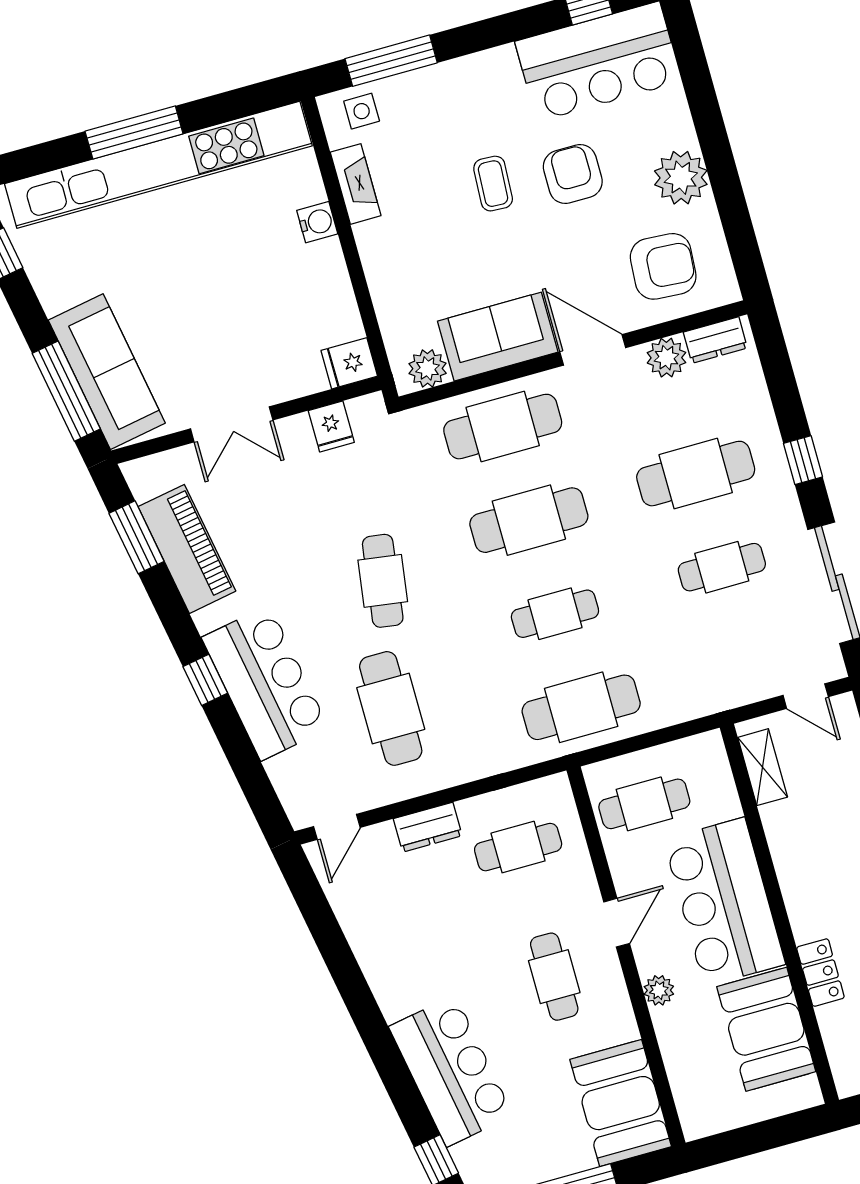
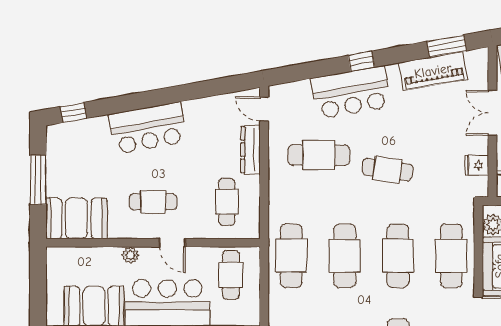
cafe table: (555, 614) -> (345, 256), width x1.37, depth x1.35
dresser: (428, 827) -> (251, 150), width x1.44
bar counter: (451, 1071) -> (148, 128), moved

